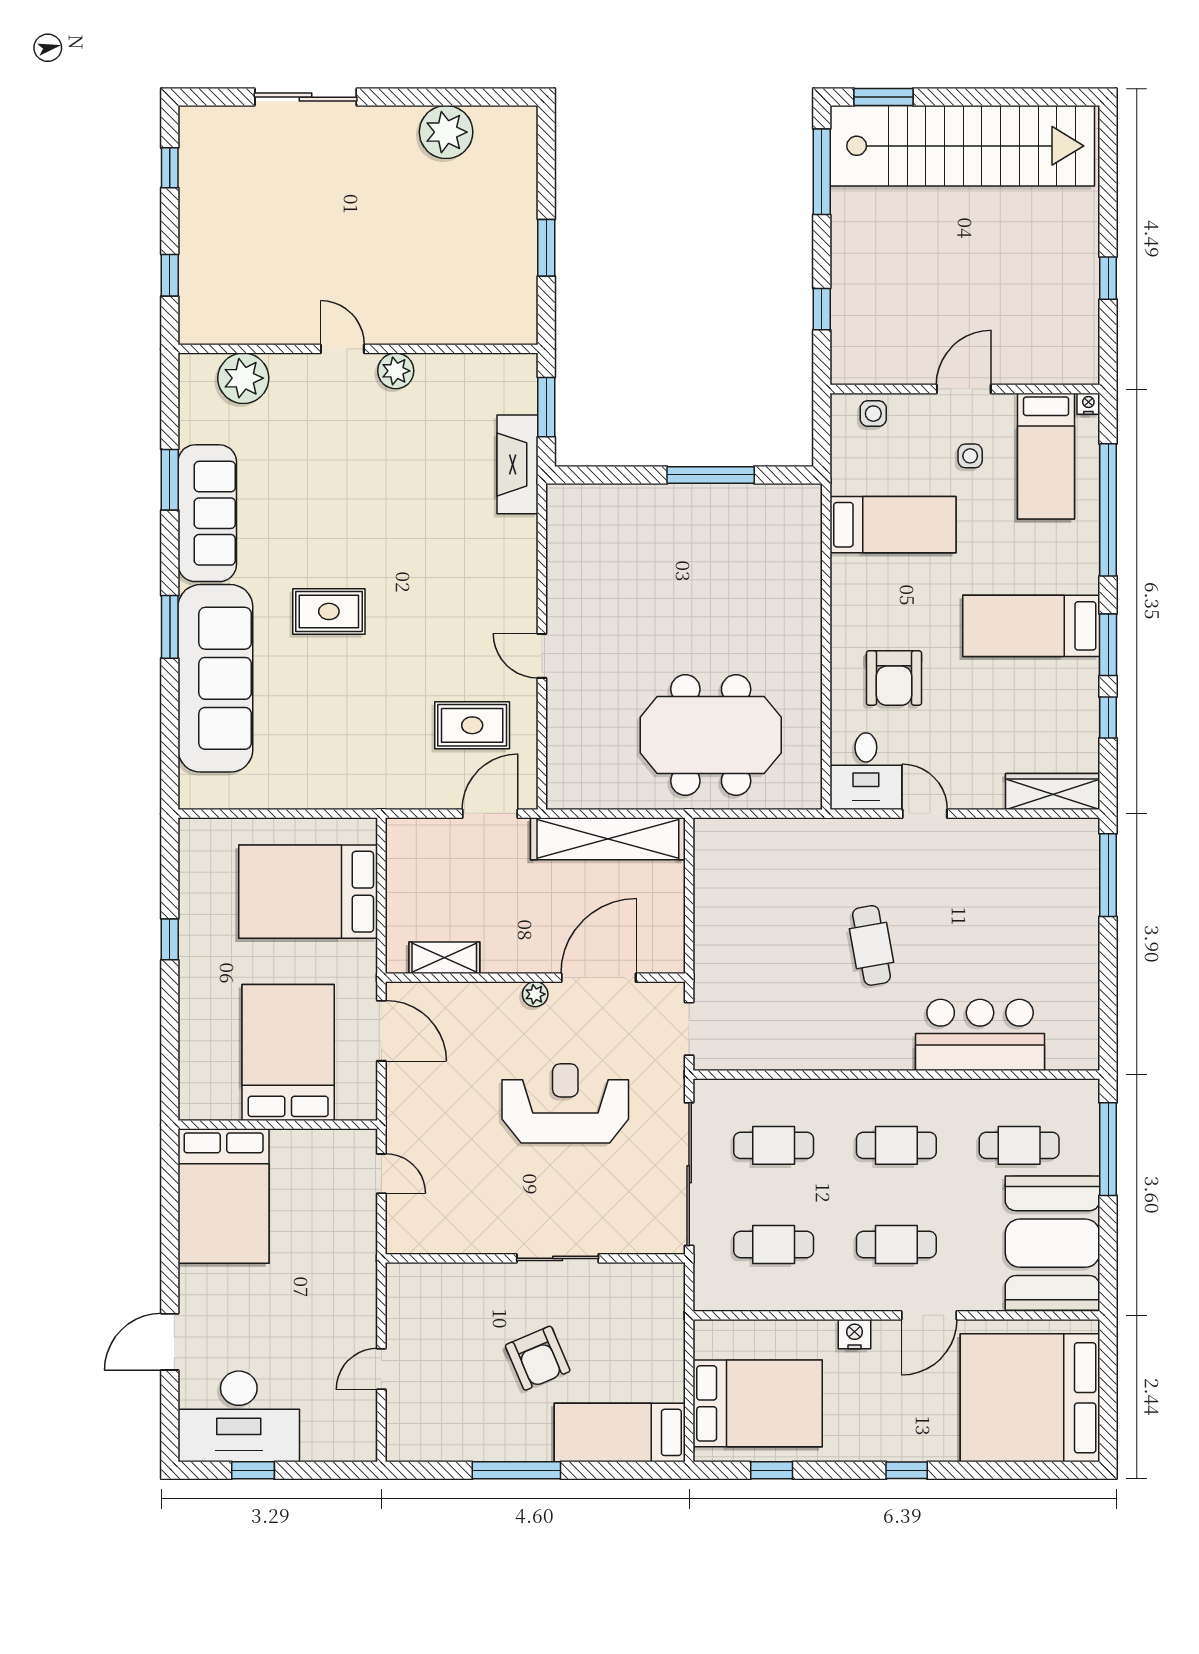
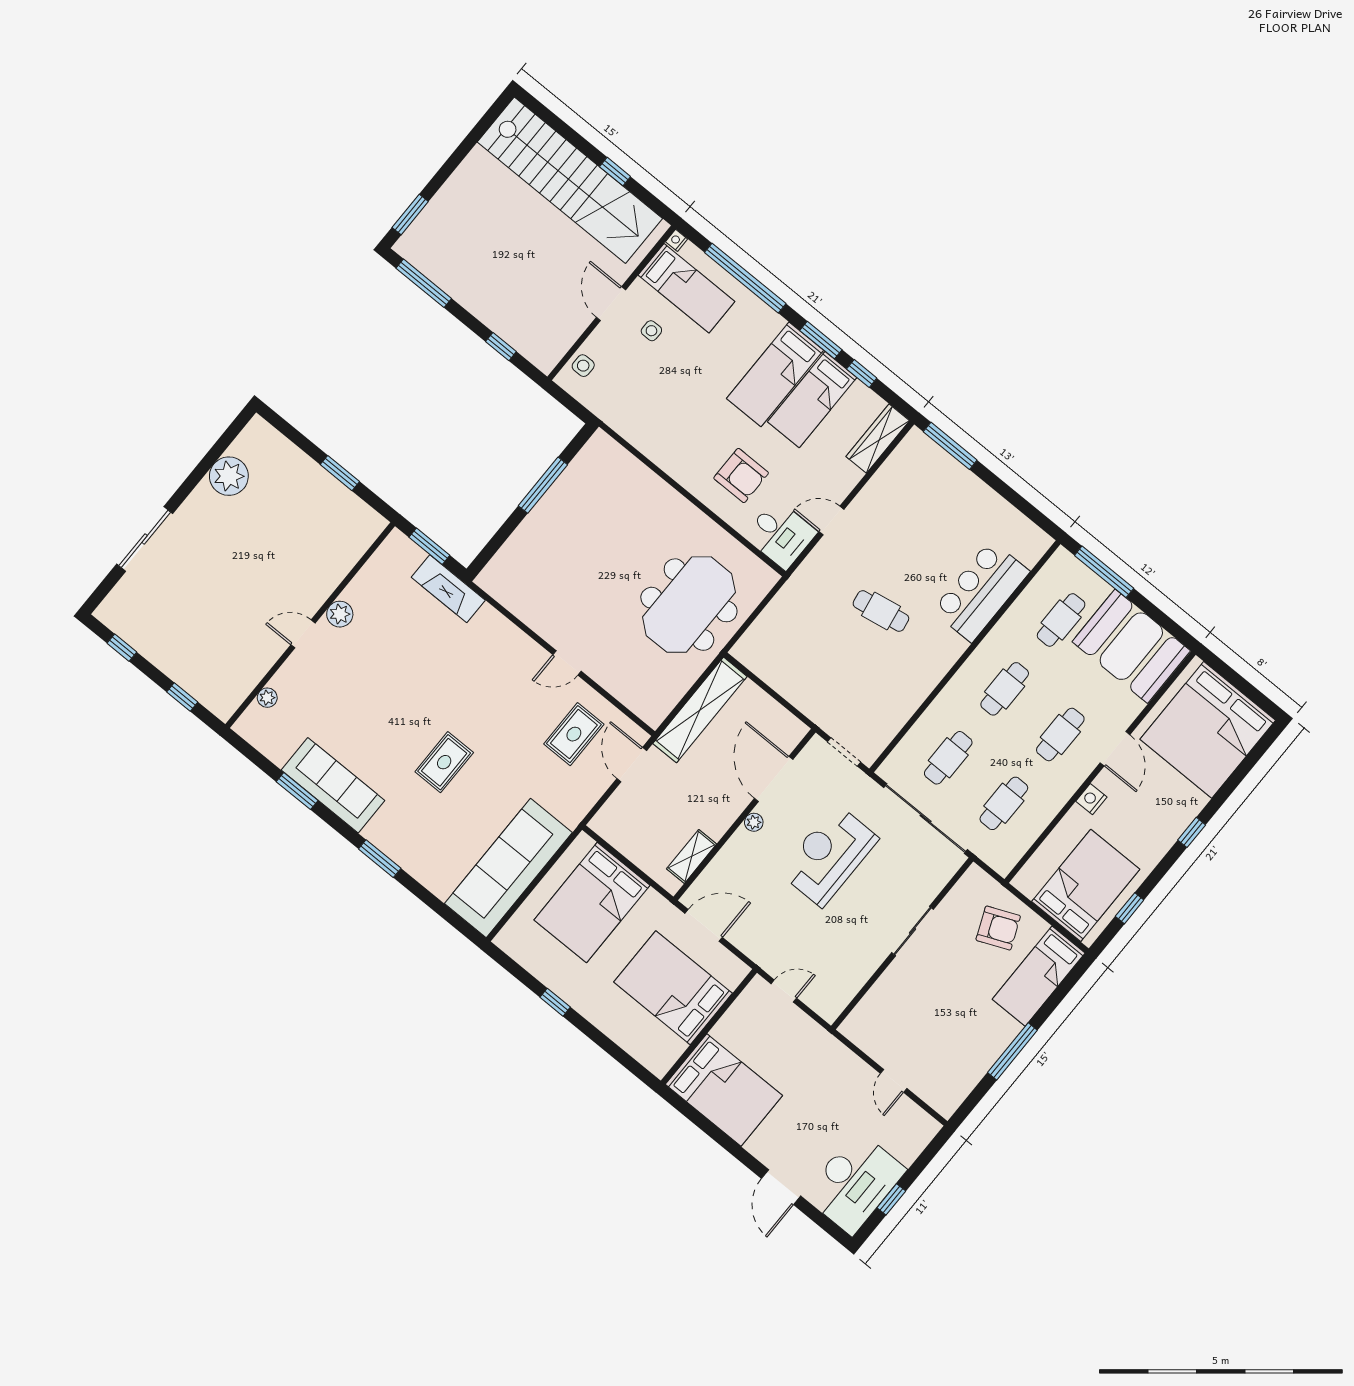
stairs: (962, 146) -> (570, 180), moved, turned 90
plant: (243, 378) -> (267, 698), width x0.53, depth x0.53
bed: (893, 525) -> (812, 400), moved, turned 180
sofa: (215, 678) -> (508, 868), moved, turned -90
armchair: (538, 1358) -> (998, 928), moved

